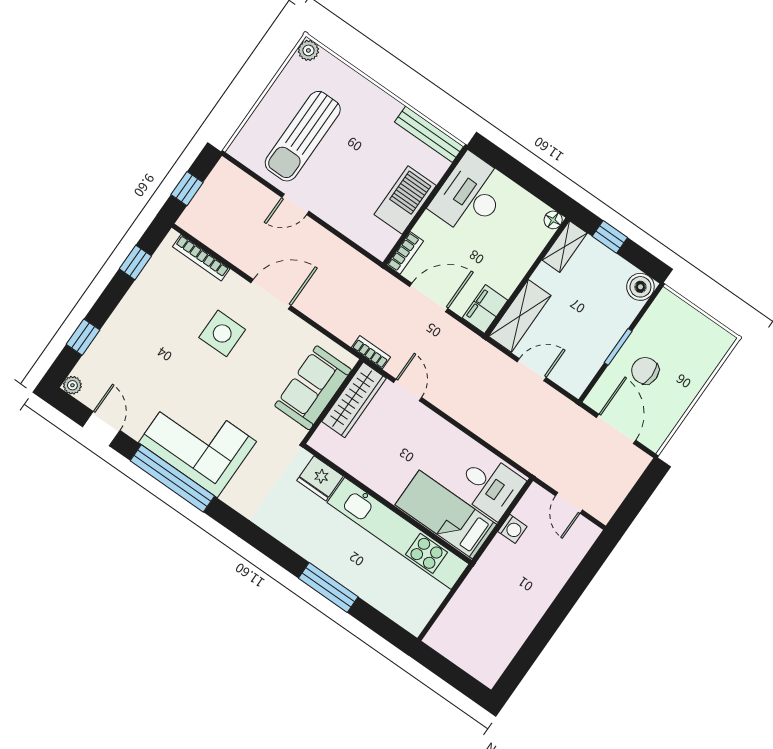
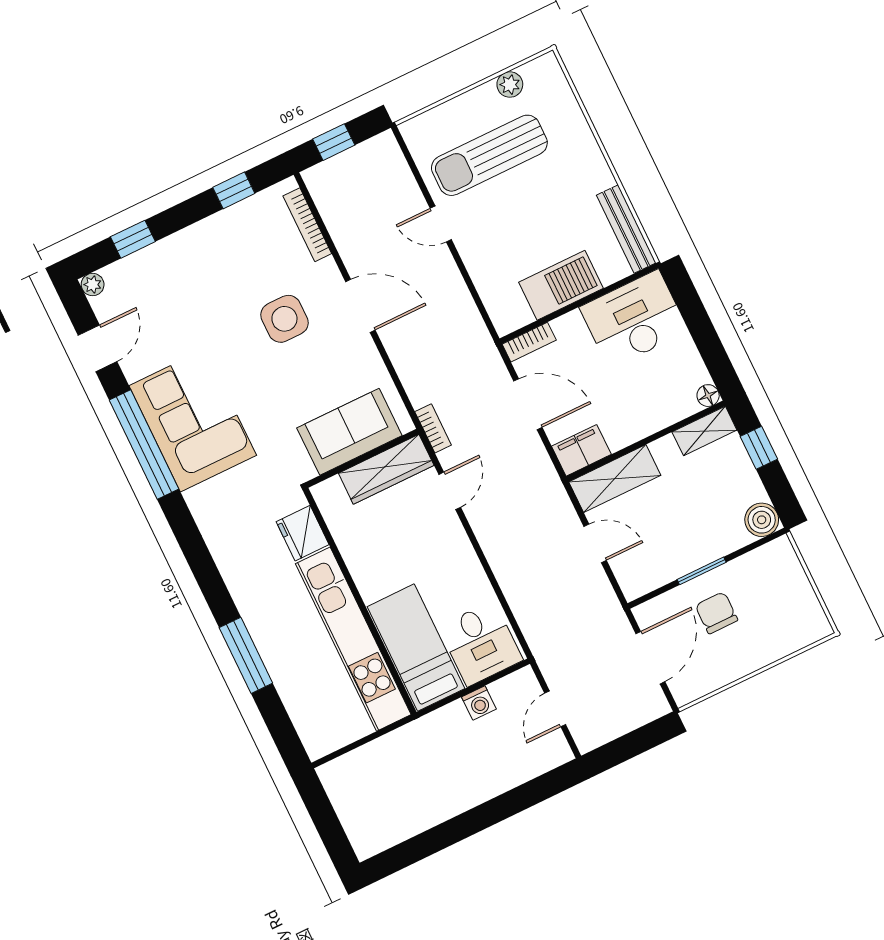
plant: (308, 50) -> (510, 85), moved

